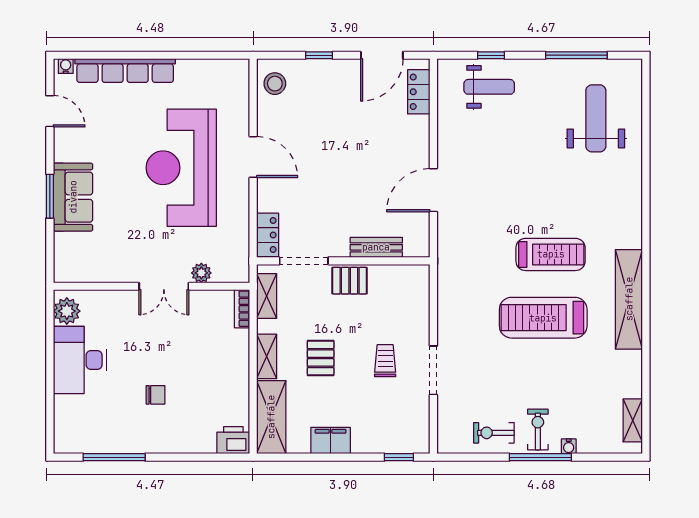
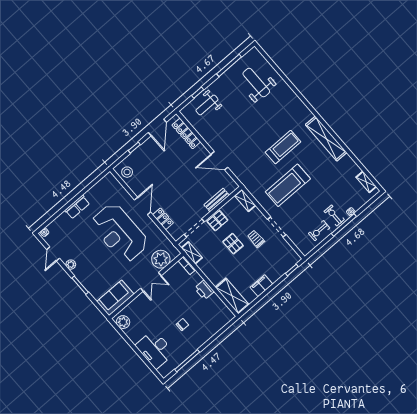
row of seats: (125, 71) -> (77, 207), width x0.50
weight bench: (489, 87) -> (207, 105), turned 180
locker: (419, 92) -> (186, 133), width x1.53
door: (50, 111) -> (53, 254), swing flipped
plant: (63, 151) -> (71, 265), added
door: (253, 157) -> (143, 206), hinge flipped
door: (433, 190) -> (219, 161), hinge flipped
sofa: (73, 197) -> (115, 298), moved, turned -90
locker: (268, 235) -> (163, 219), moved
plant: (201, 273) -> (161, 259), width x1.87, depth x1.87
treadmill: (543, 318) -> (288, 185), moved
shelving: (267, 356) -> (245, 200), moved
pallet: (321, 358) -> (233, 244), moved
desk: (80, 360) -> (155, 349), moved
printer: (233, 440) -> (204, 290), moved, turned -90

